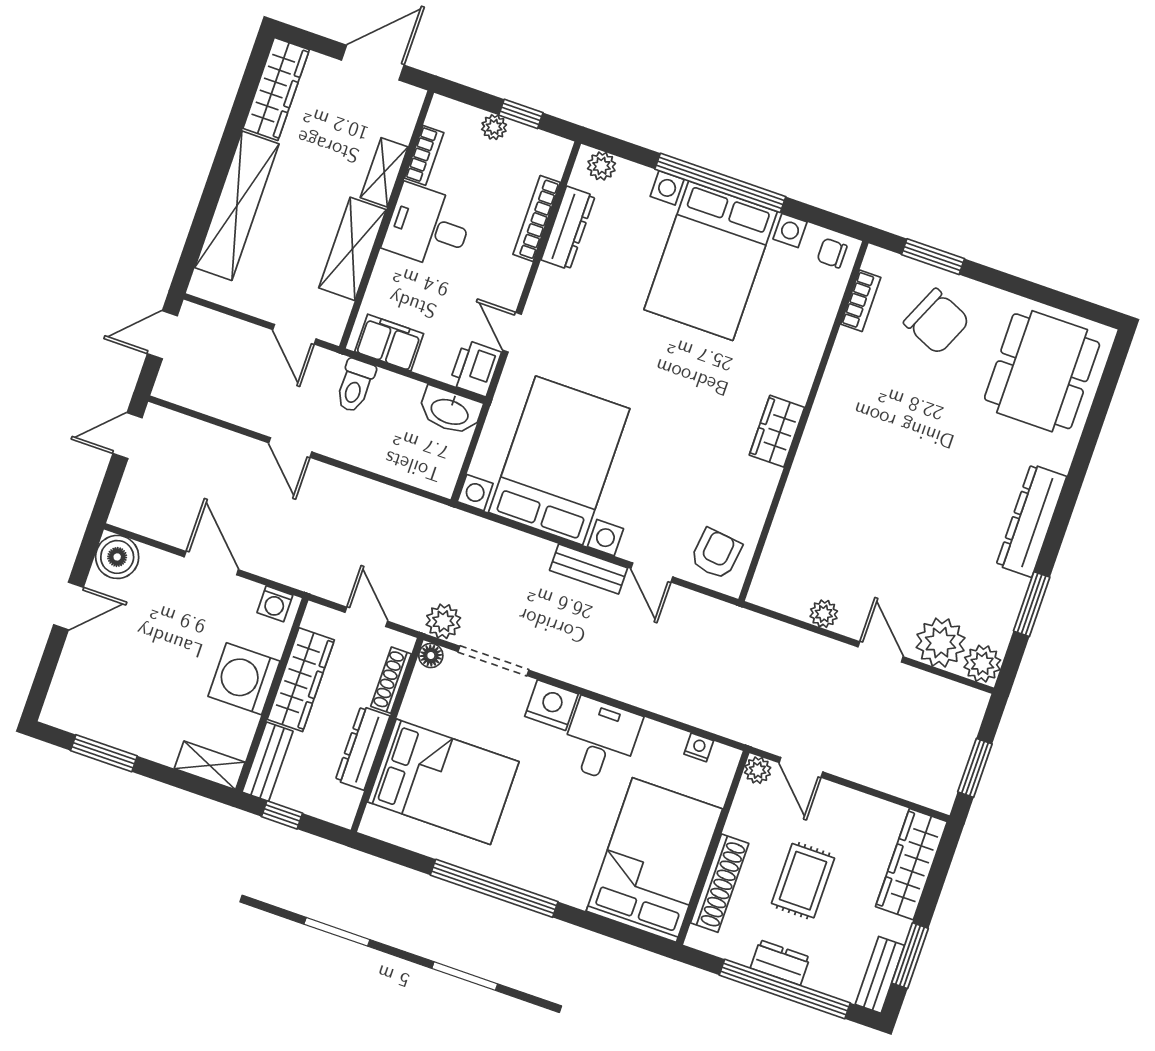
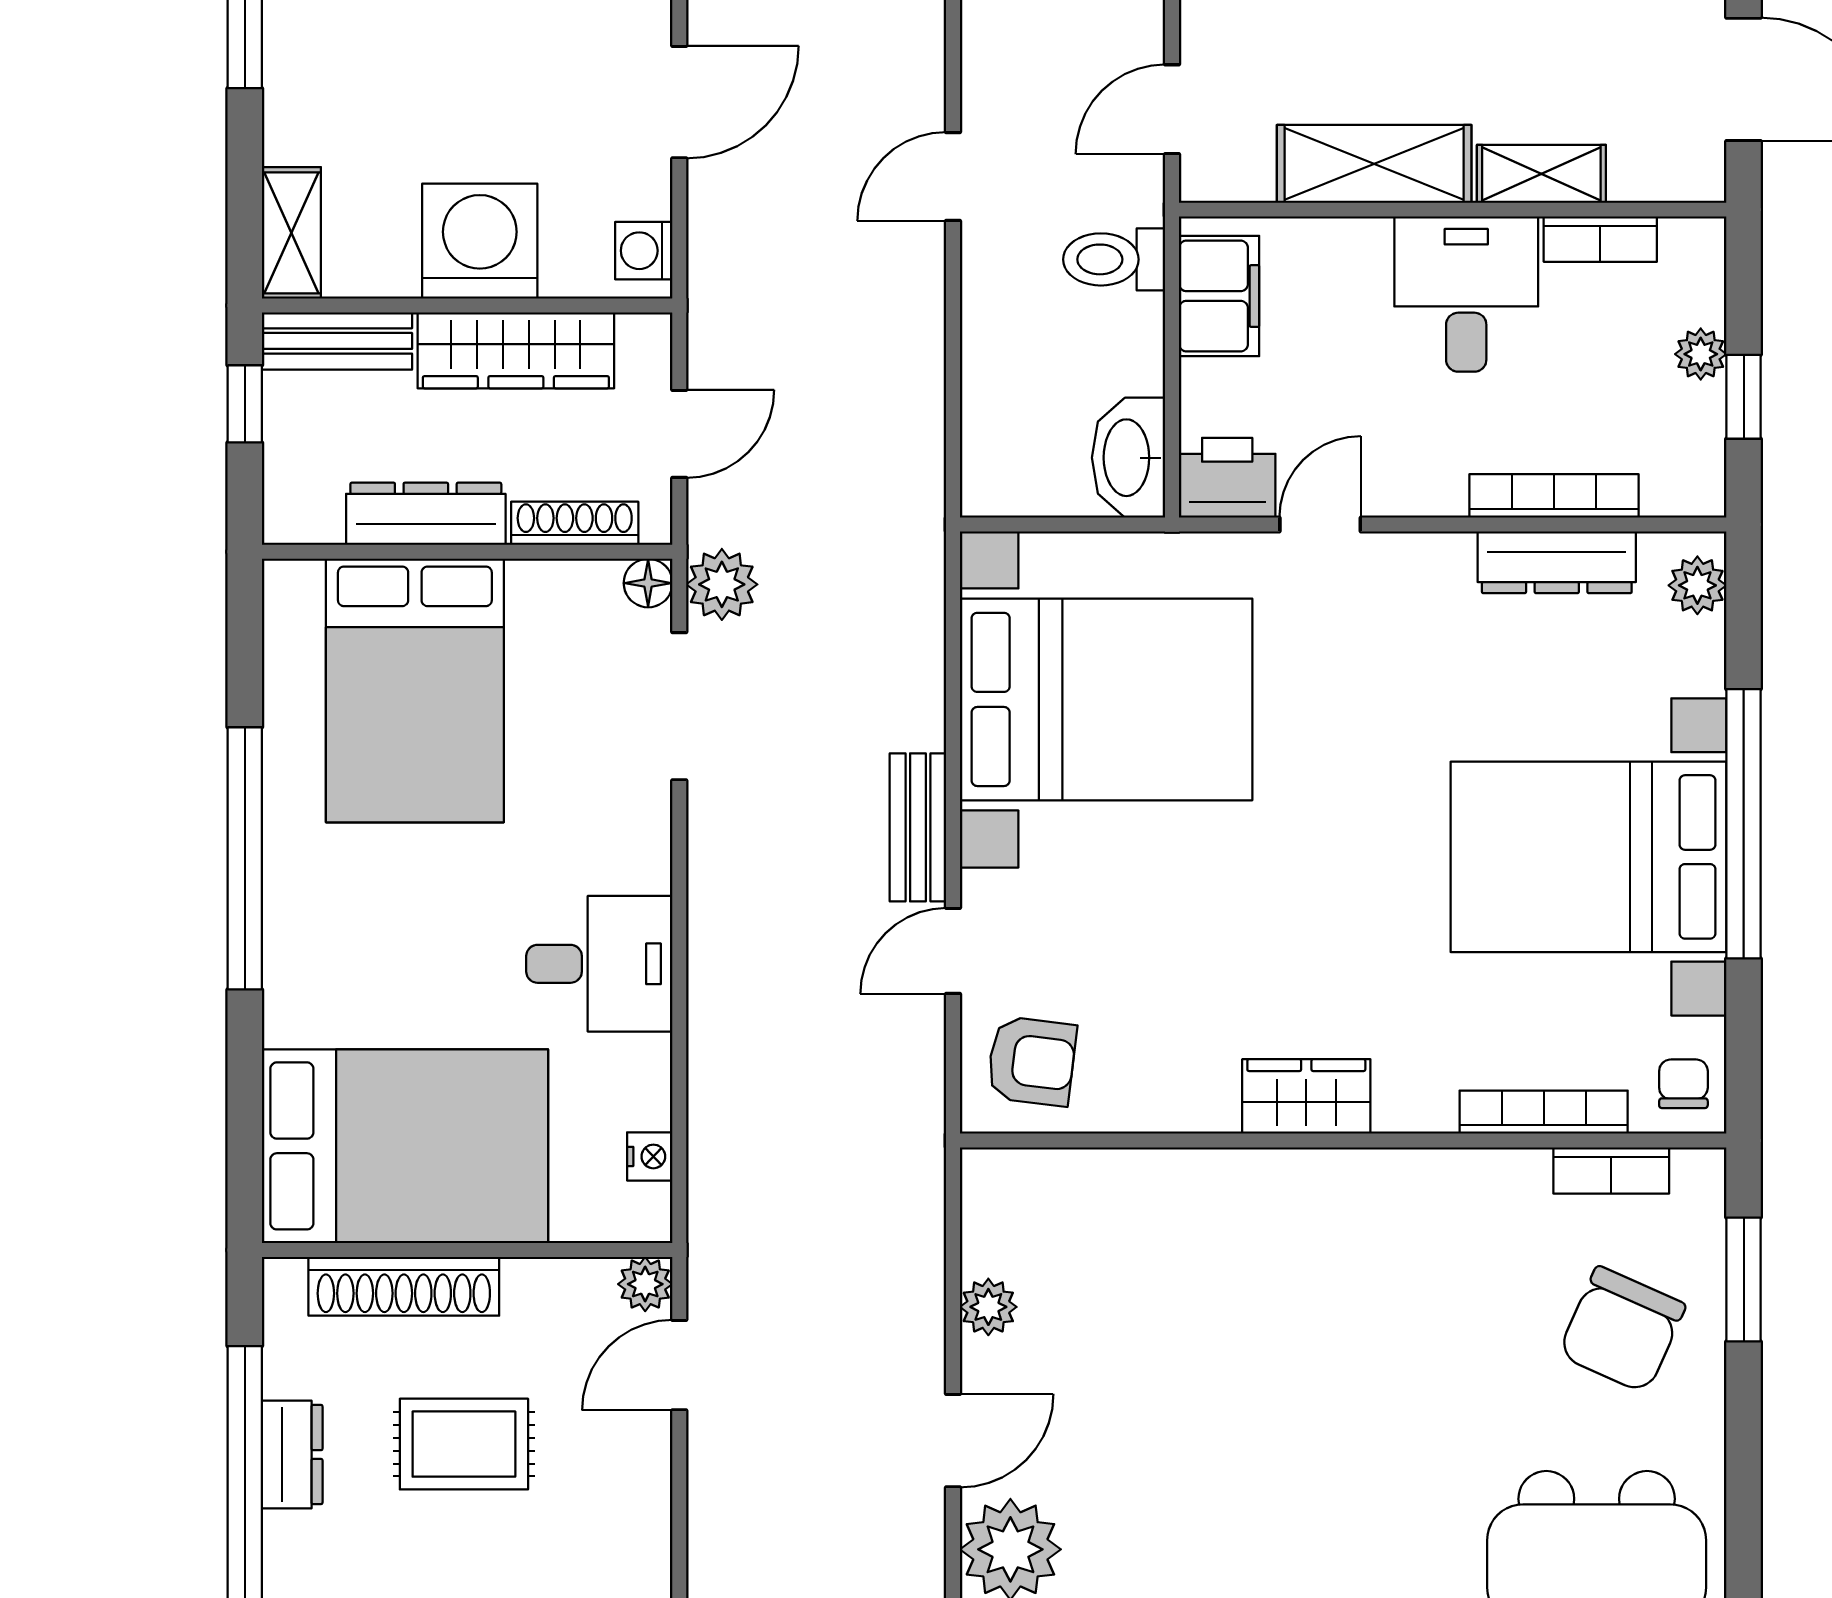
bookcase: (823, 323) -> (1544, 1112), added
nightstand: (551, 705) -> (633, 847), removed

